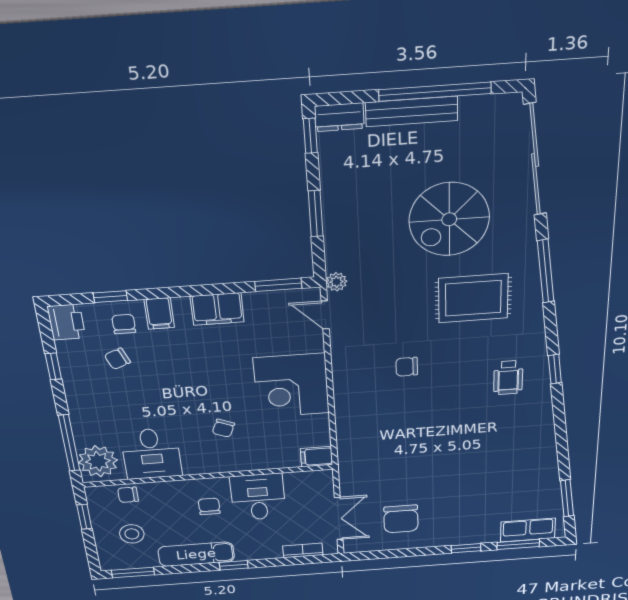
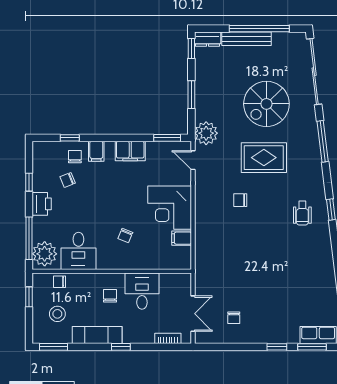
plant: (336, 282) -> (206, 133), width x1.88, depth x1.88
rug: (473, 298) -> (264, 158), moved
printer: (66, 322) -> (42, 204), moved
filing cabinet: (316, 457) -> (182, 238), moved
chair: (401, 519) -> (234, 318), width x0.54, depth x0.54

